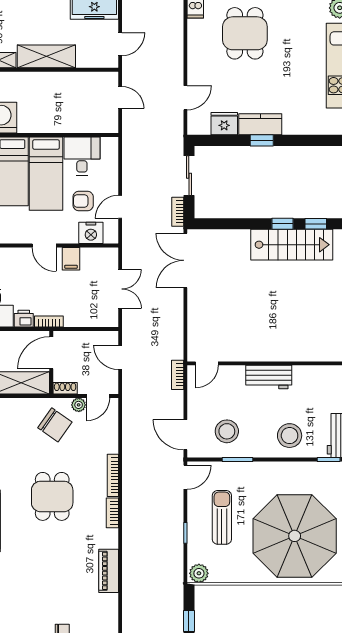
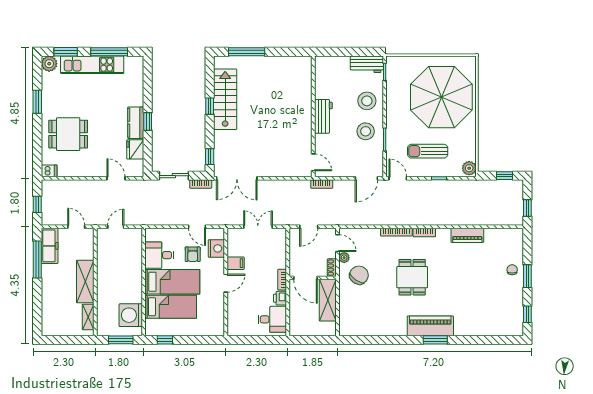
window: (316, 224) -> (210, 157), moved
stool: (227, 431) -> (366, 131), moved
dining table: (52, 496) -> (412, 277), turned 90

